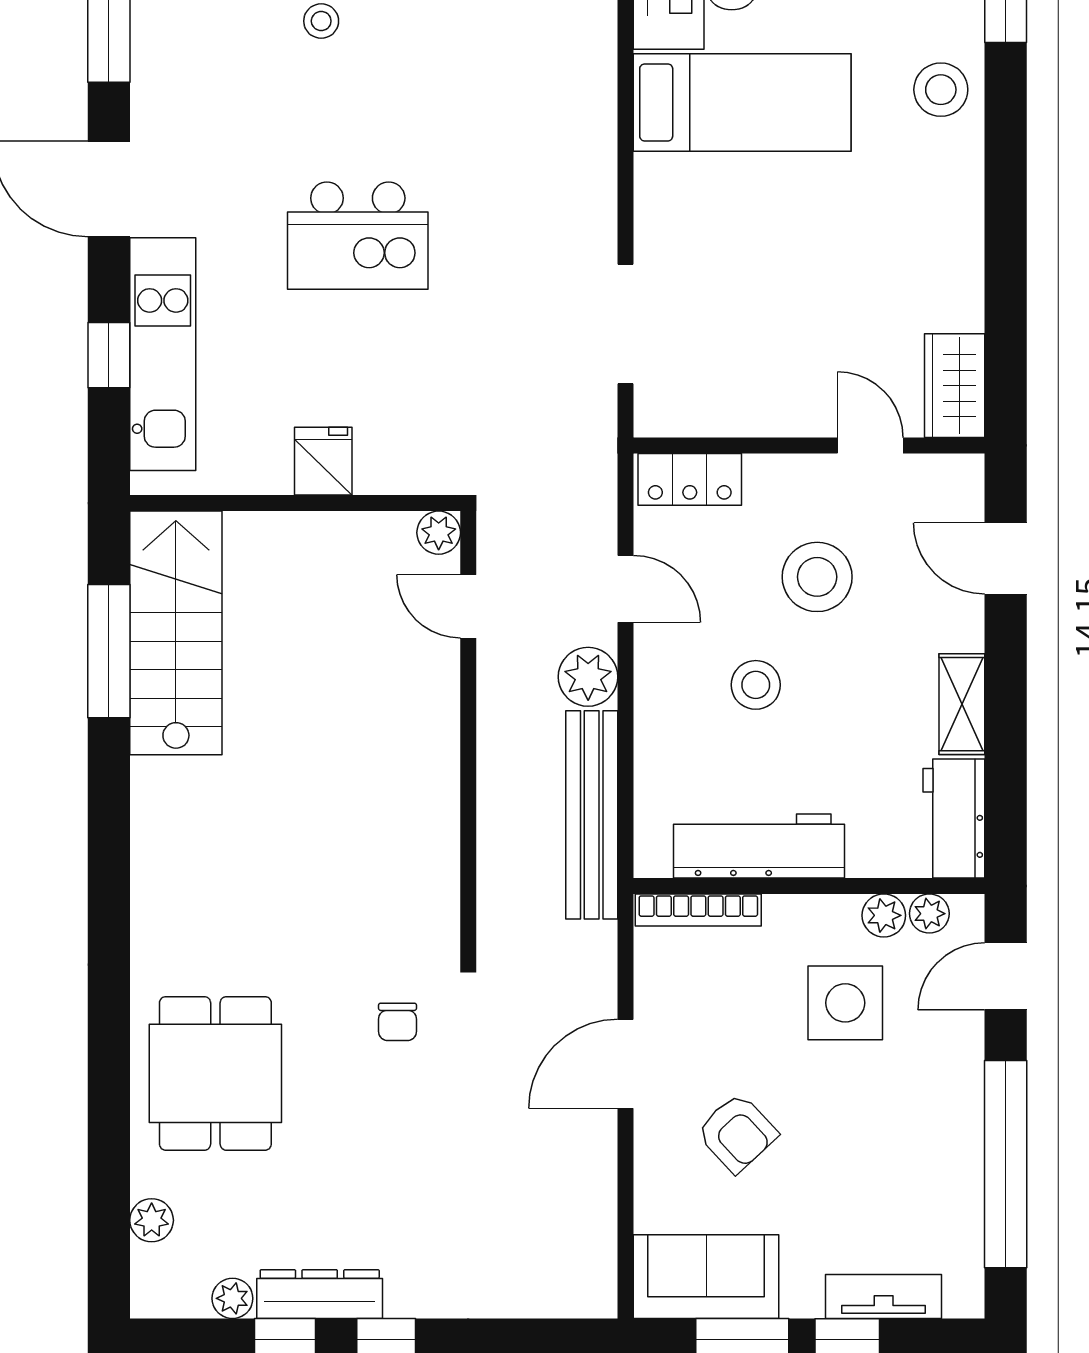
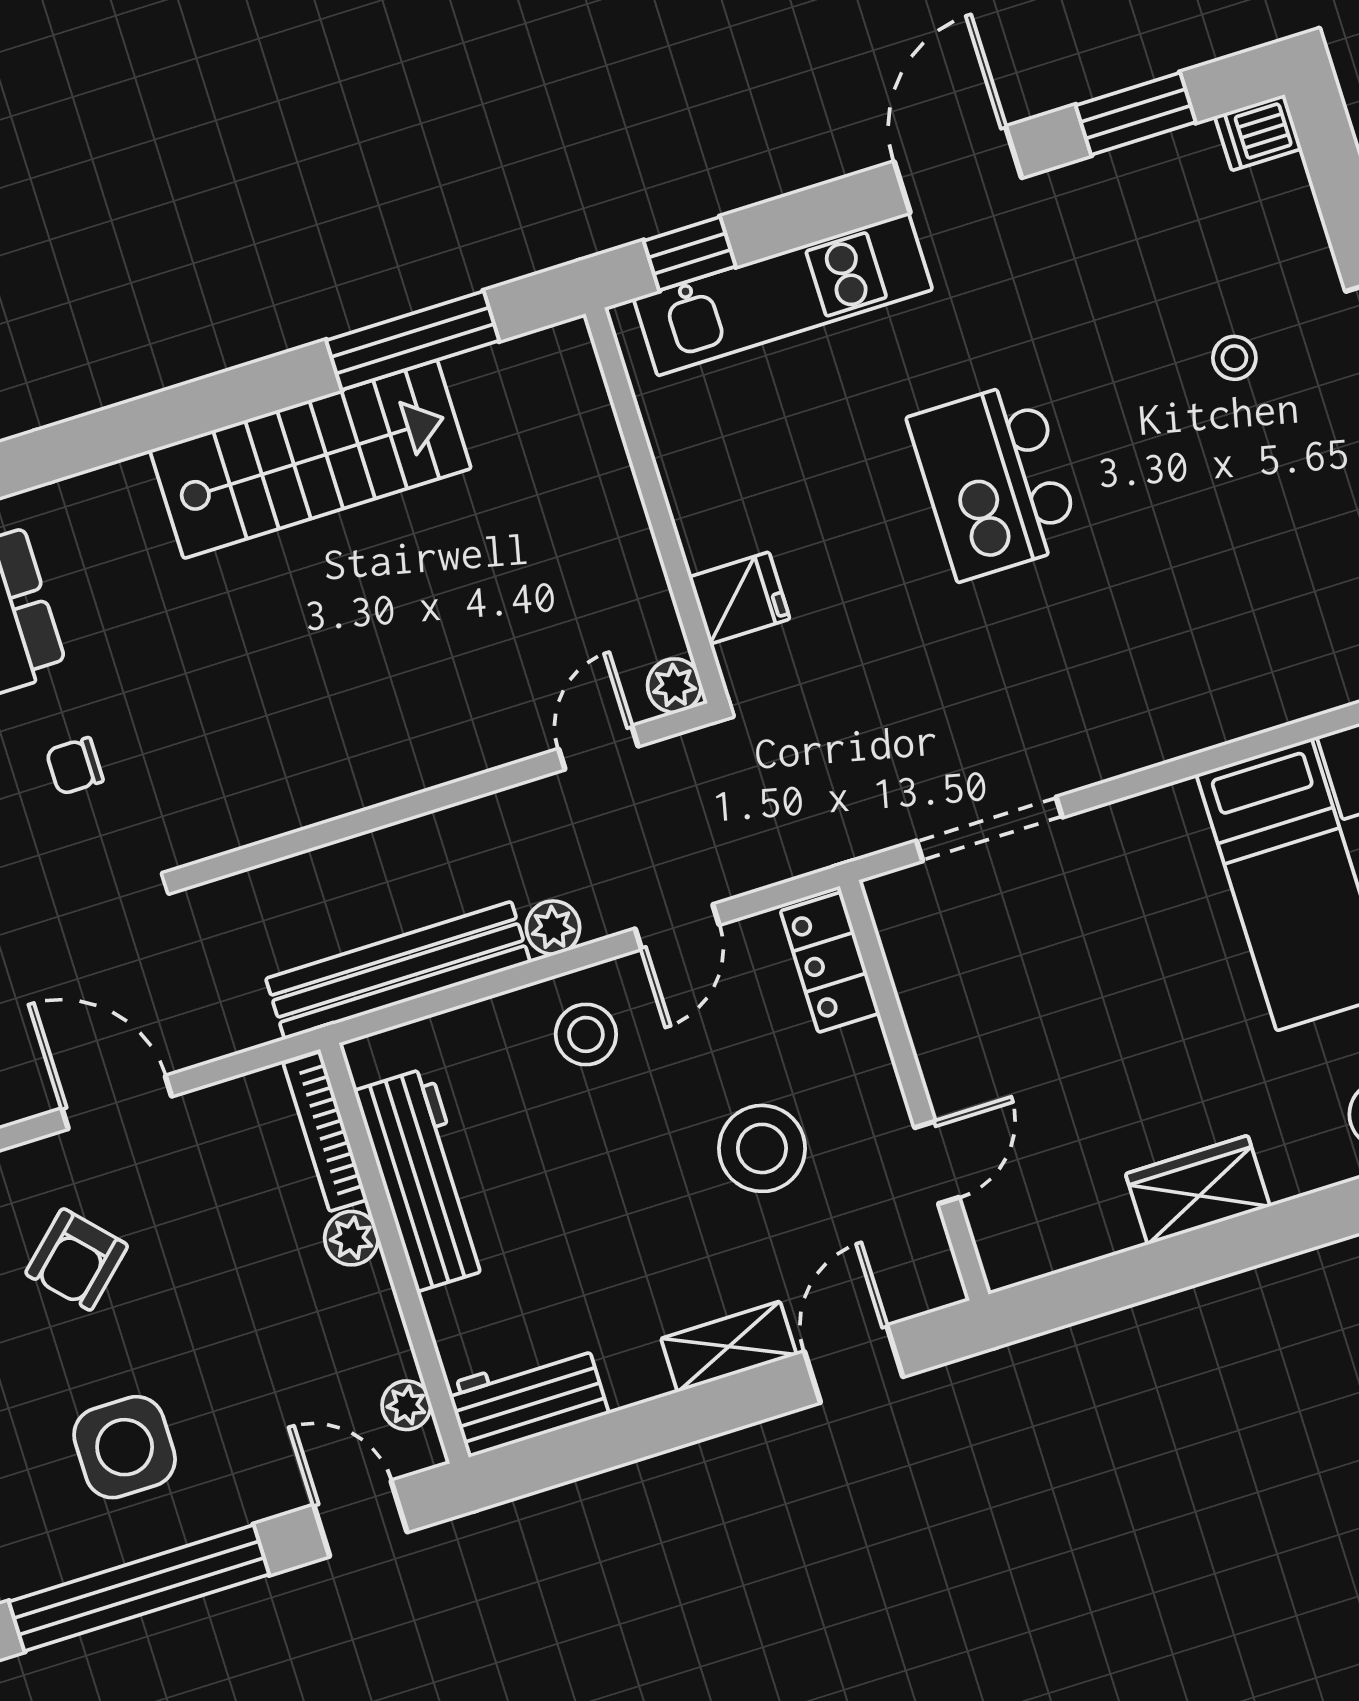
window: (109, 355) -> (690, 254), moved
wardrobe: (955, 386) -> (1198, 1190), moved
fridge: (323, 461) -> (739, 598), moved
stairs: (176, 633) -> (310, 459), moved
plant: (588, 677) -> (553, 928), width x0.73, depth x0.73
stool: (756, 685) -> (586, 1034), moved
shelving: (962, 704) -> (729, 1347), moved
plant: (884, 915) -> (352, 1238), moved
side table: (845, 1003) -> (125, 1447), moved
chair: (397, 1022) -> (75, 766), moved

